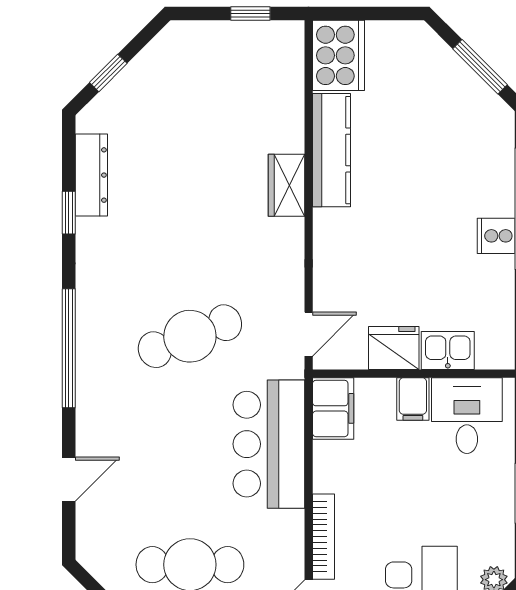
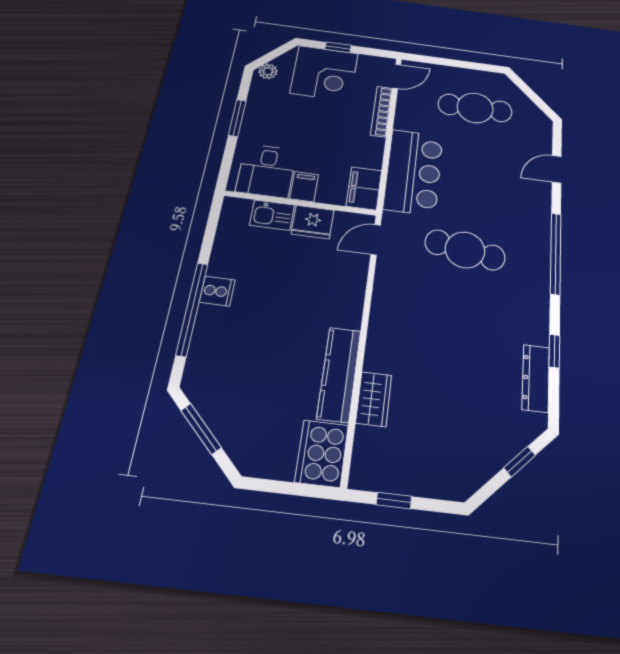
wardrobe: (286, 185) -> (374, 399), moved
cafe table: (190, 336) -> (465, 250), turned 30

